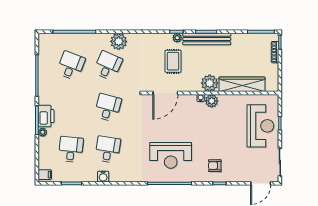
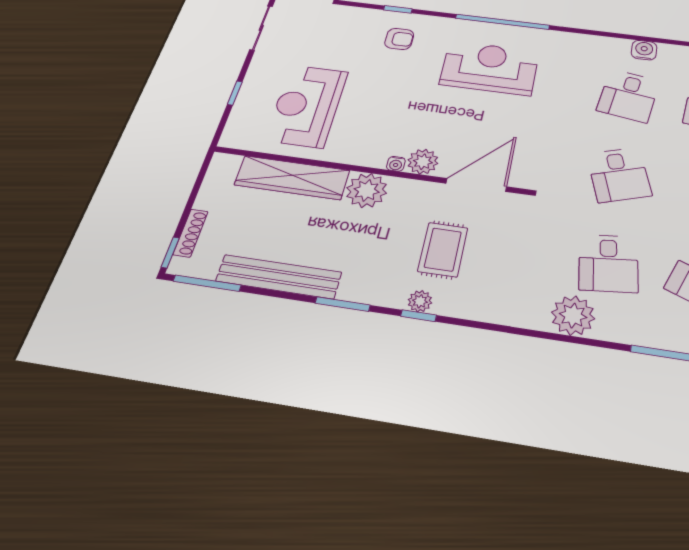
bench: (207, 39) -> (279, 277), moved
desk: (108, 66) -> (608, 263), turned -30
plant: (212, 101) -> (423, 162), moved
desk: (108, 108) -> (619, 175), turned -33
reception desk: (260, 126) -> (307, 106), moved

